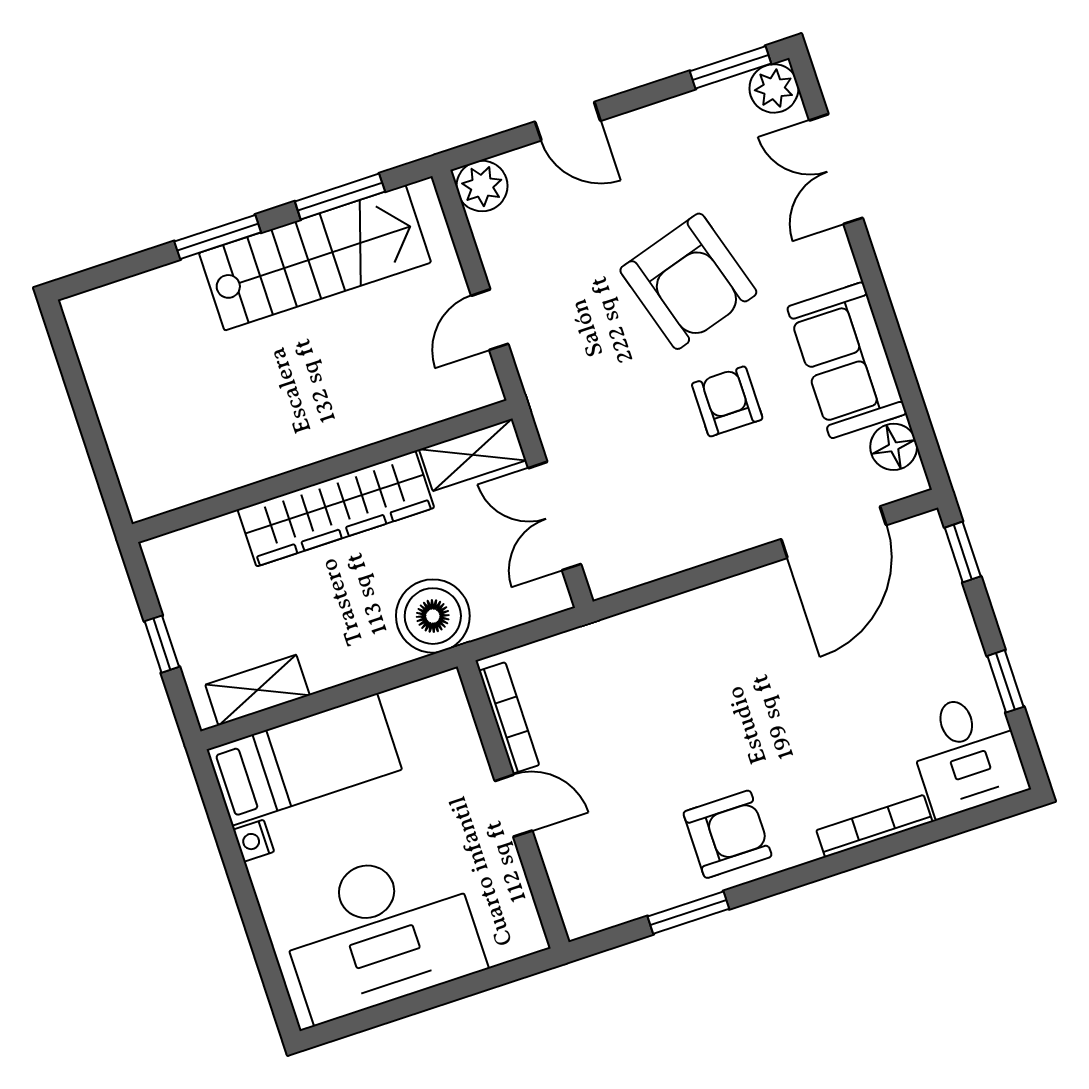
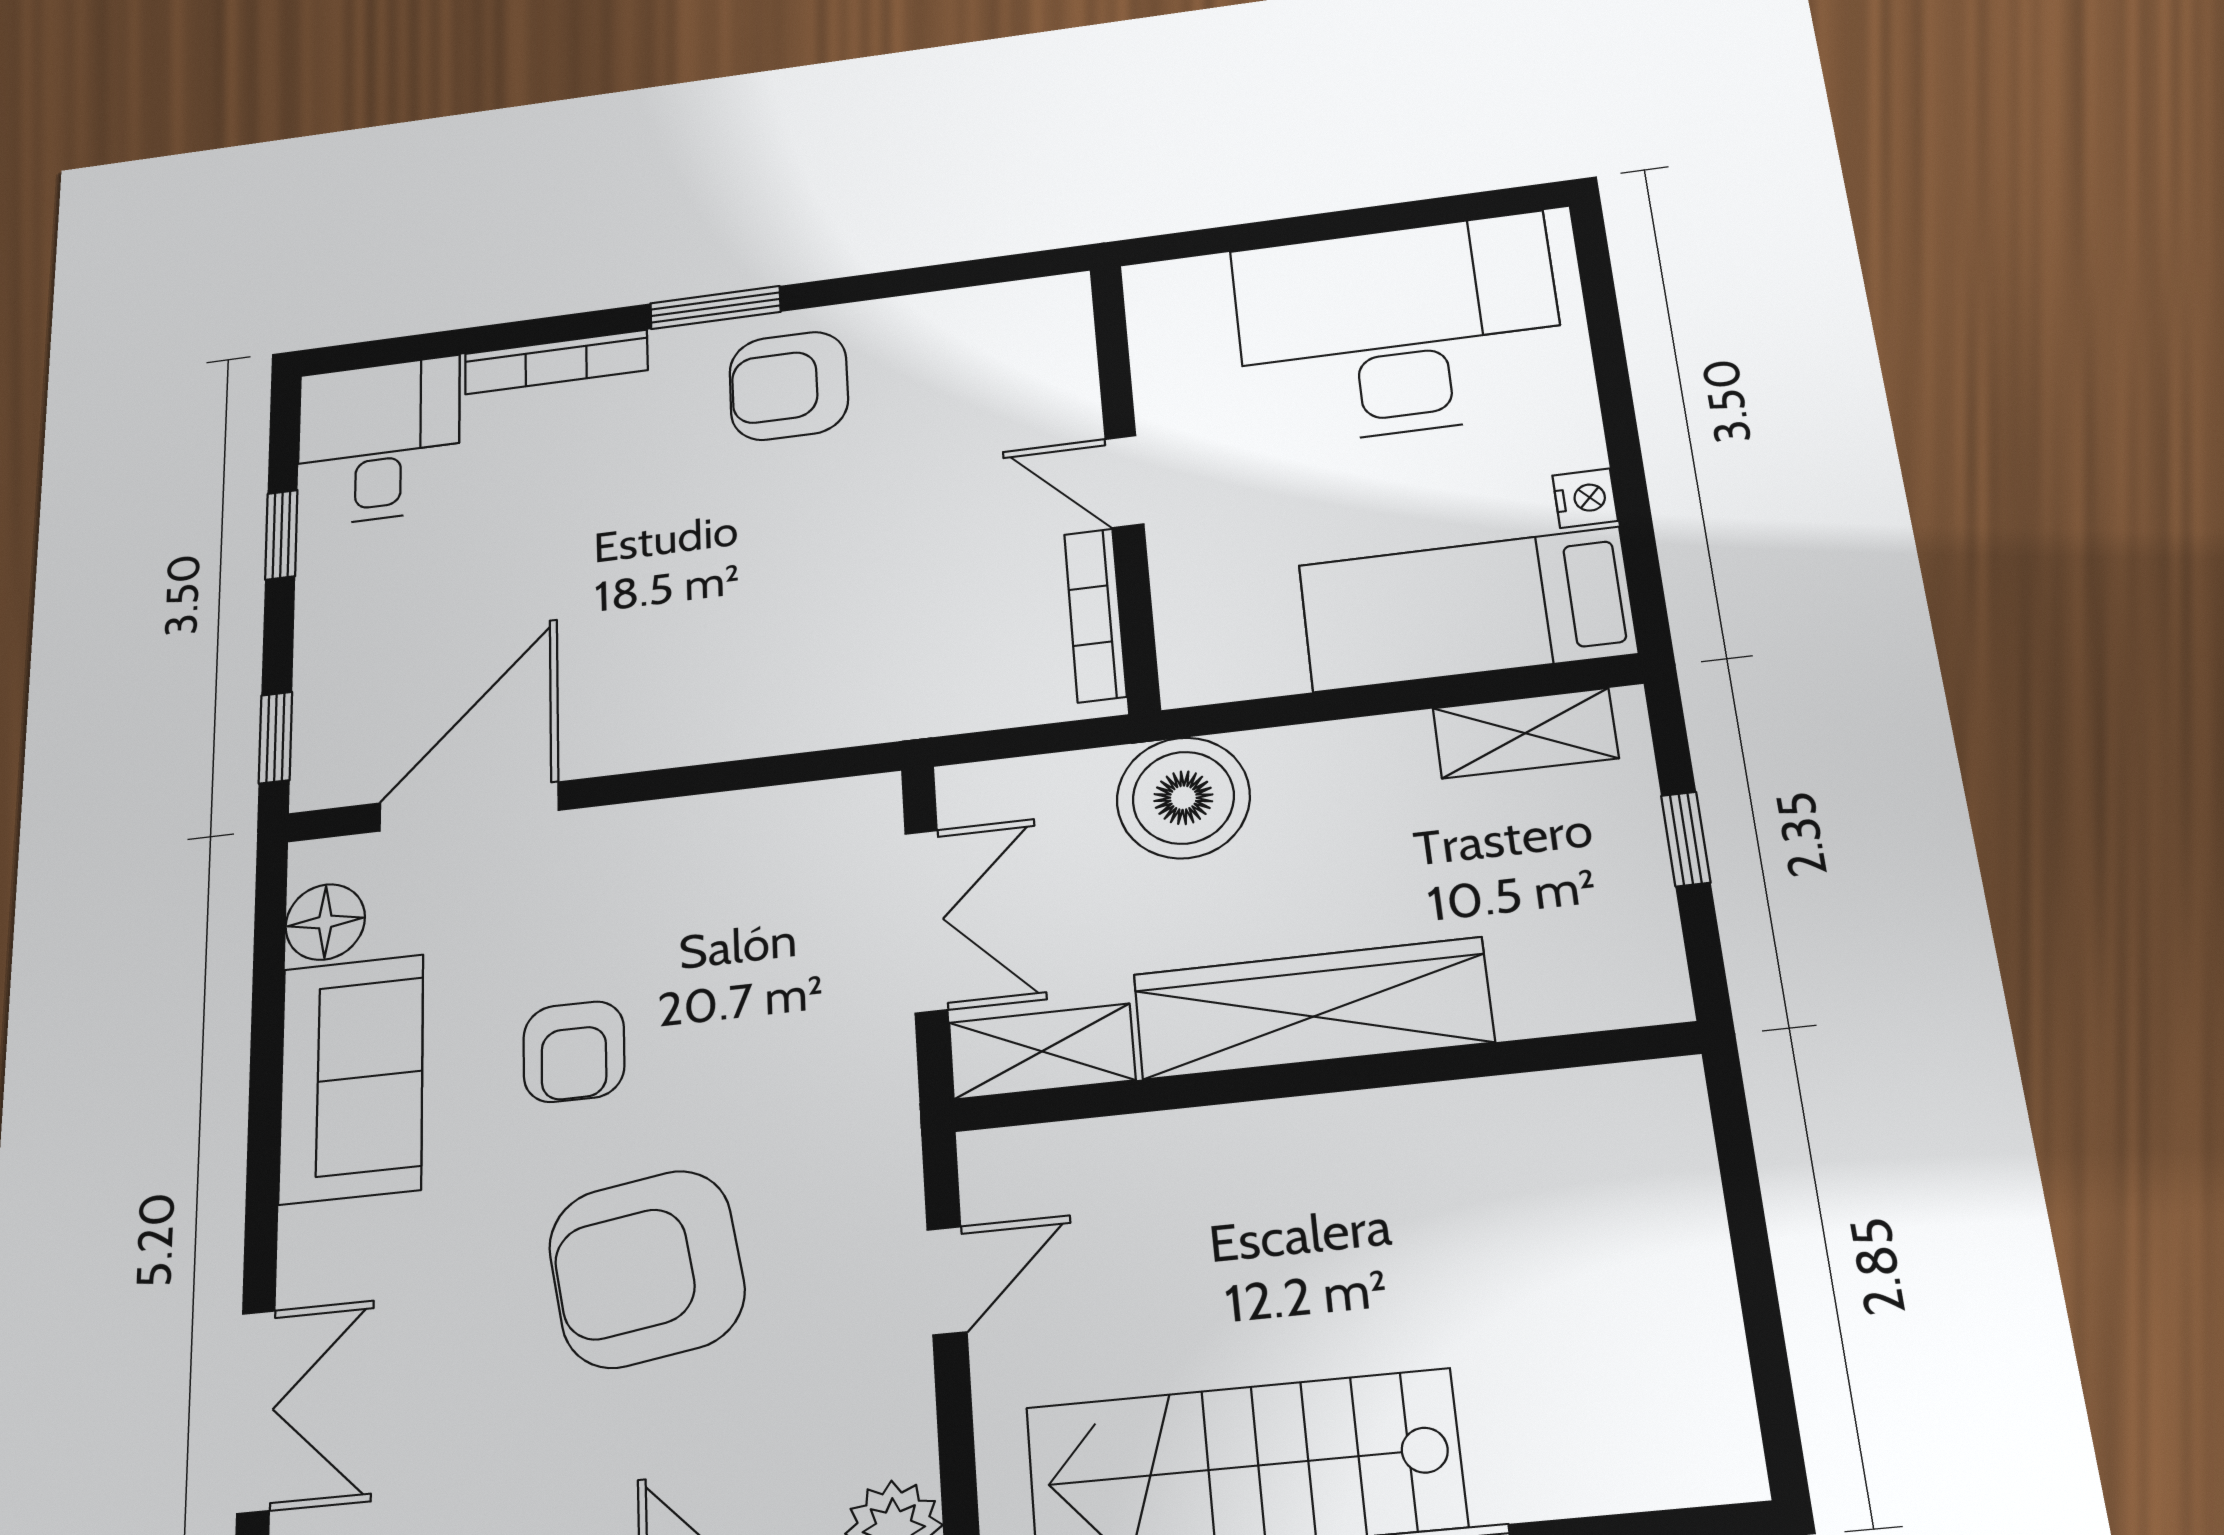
armchair: (688, 281) -> (646, 1269), moved, turned -82
window: (688, 913) -> (715, 308), moved

